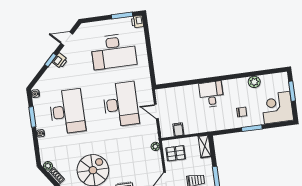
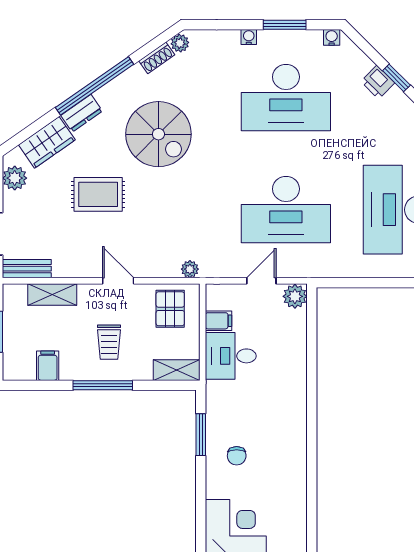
printer: (60, 61) -> (378, 82), moved
plant: (254, 82) -> (295, 296), moved
desk: (211, 94) -> (231, 356), moved, turned 180
window: (252, 128) -> (201, 435), moved

